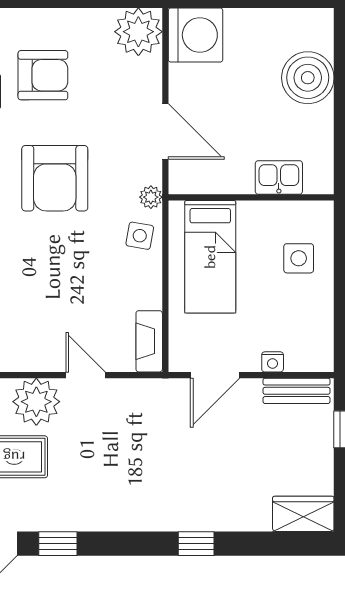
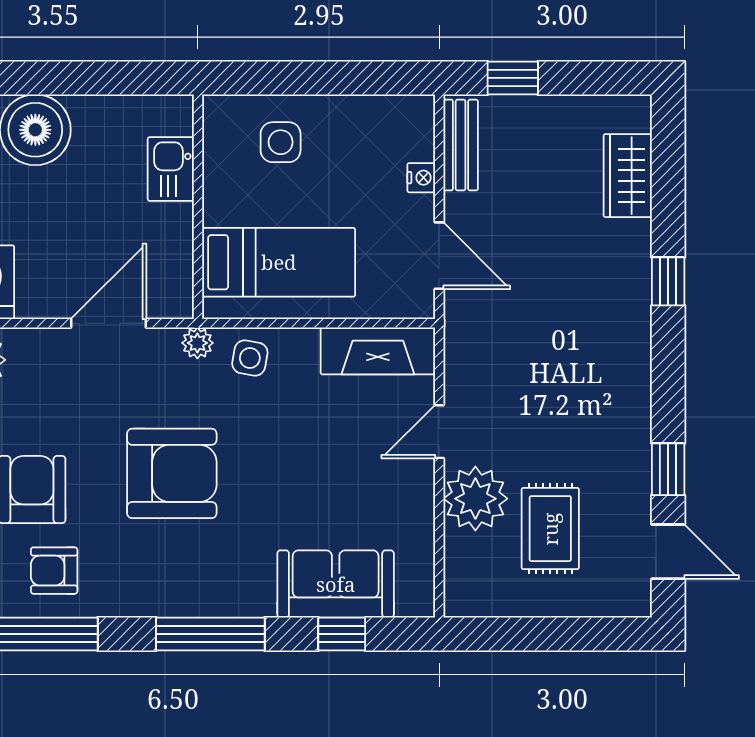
fireplace: (149, 341) -> (378, 351), width x1.37, depth x1.32
wardrobe: (303, 514) -> (628, 176), moved

